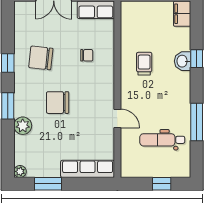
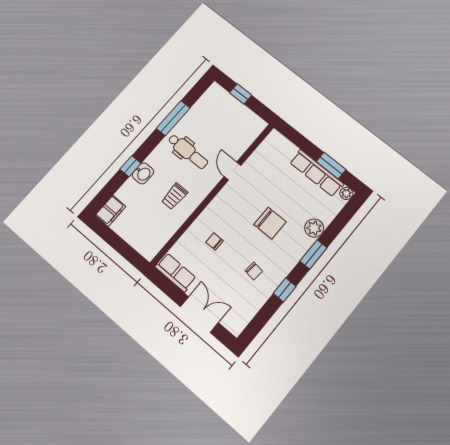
chair: (41, 58) -> (254, 271), width x0.54, depth x0.54
dental chair: (162, 140) -> (188, 151), moved
row of seats: (88, 169) -> (317, 173), moved

